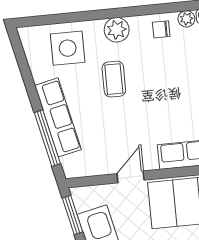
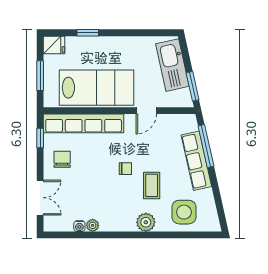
chair: (161, 29) -> (125, 169), moved

